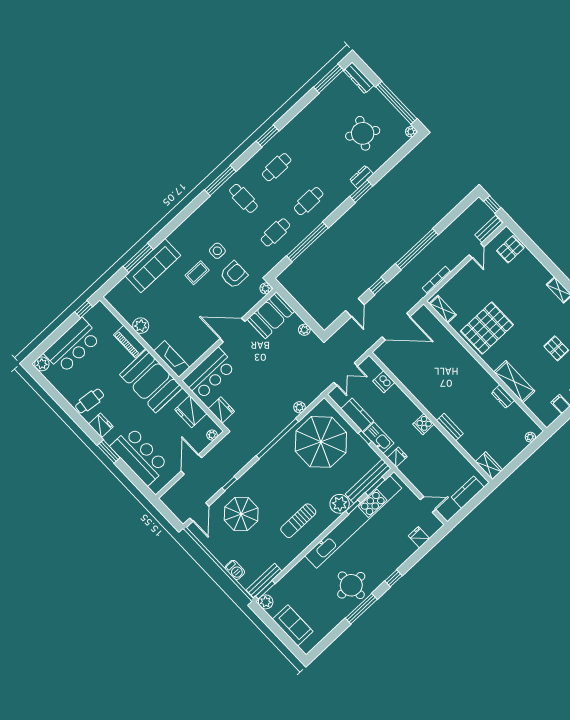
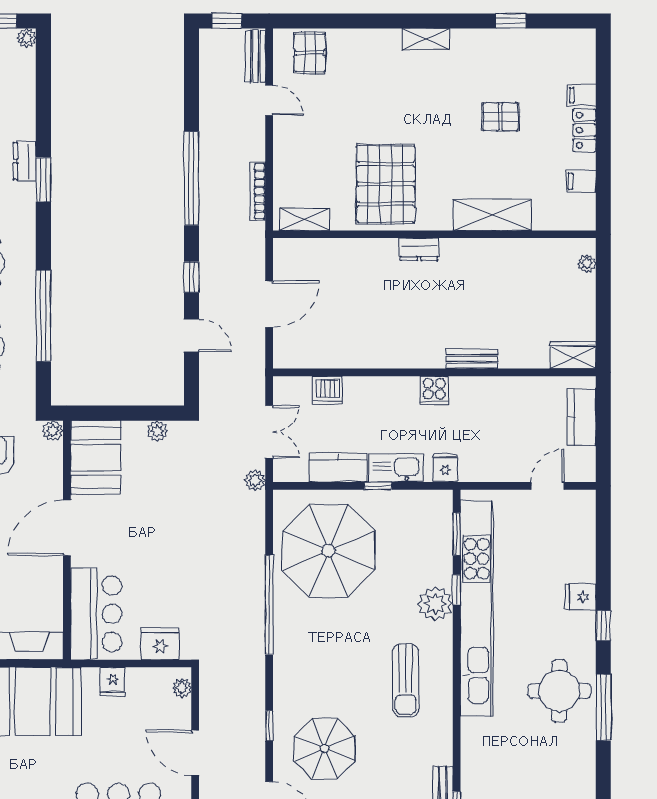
door: (396, 327) -> (269, 304), width x0.73
dresser: (503, 397) -> (419, 249), moved
plant: (299, 407) -> (255, 480), moved
fridge: (191, 412) -> (113, 682), width x0.53, depth x0.75
bench: (368, 481) -> (441, 537), removed
fridge: (419, 537) -> (581, 597), moved

